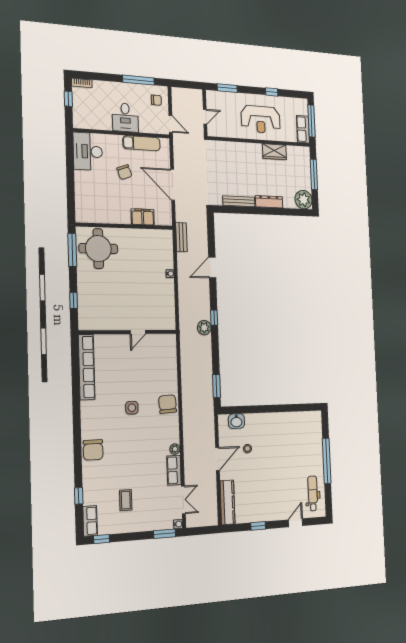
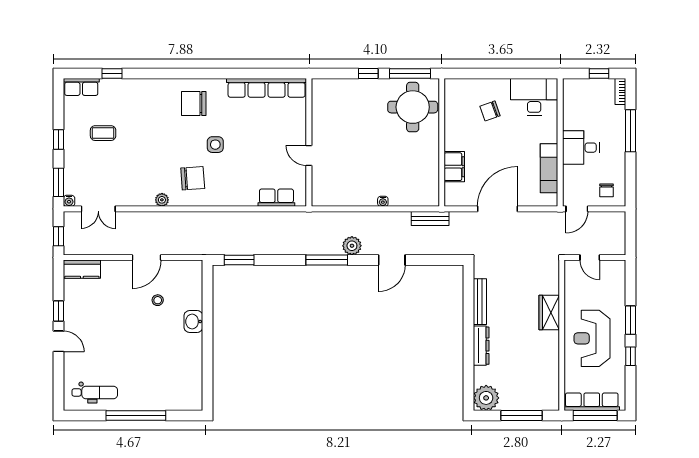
window: (138, 80) -> (631, 131), moved
window: (227, 88) -> (631, 320), moved
row of seats: (303, 129) -> (592, 402), width x1.48
wardrobe: (274, 152) -> (549, 313), moved
chair: (124, 172) -> (490, 111), moved
door: (212, 267) -> (392, 260), swing flipped
window: (74, 300) -> (368, 74), moved
window: (214, 318) -> (327, 260), width x2.17
plant: (204, 328) -> (352, 246), moved
chair: (168, 404) -> (193, 178), moved
washbasin: (236, 421) -> (193, 321), moved
chair: (93, 450) -> (194, 103), moved
door: (217, 459) -> (146, 258), hinge flipped
row of seats: (174, 470) -> (276, 198), moved
kitchen counter: (227, 502) -> (82, 269), width x0.67
door: (296, 523) -> (59, 341), moved
window: (205, 530) -> (59, 236), added
window: (102, 539) -> (59, 139), moved

